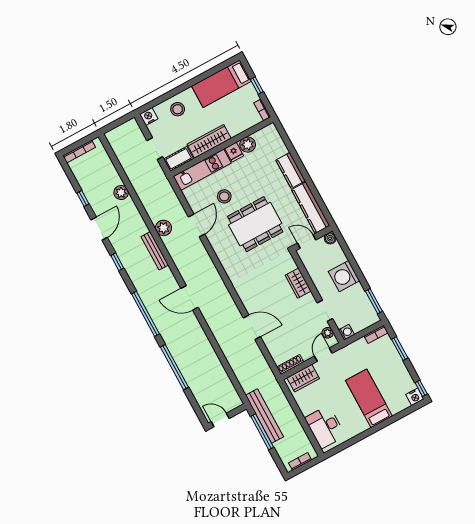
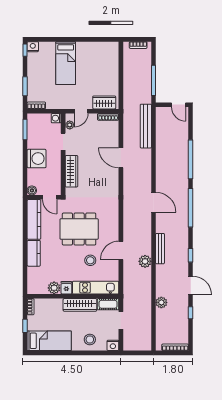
door: (99, 229) -> (191, 285), swing flipped
wardrobe: (298, 283) -> (71, 171), width x1.50
bench: (265, 416) -> (146, 126), moved
desk: (325, 427) -> (107, 60), removed

